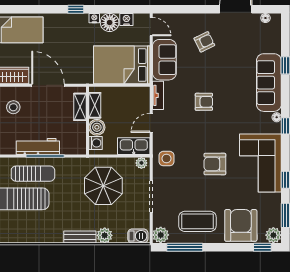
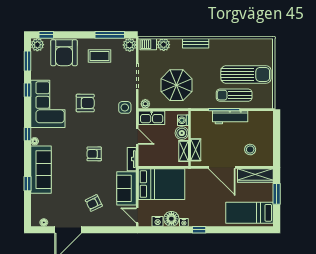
door: (151, 123) -> (137, 137), hinge flipped
coffee table: (197, 221) -> (99, 56), width x0.73, depth x0.76
plant: (105, 235) -> (164, 45), moved

